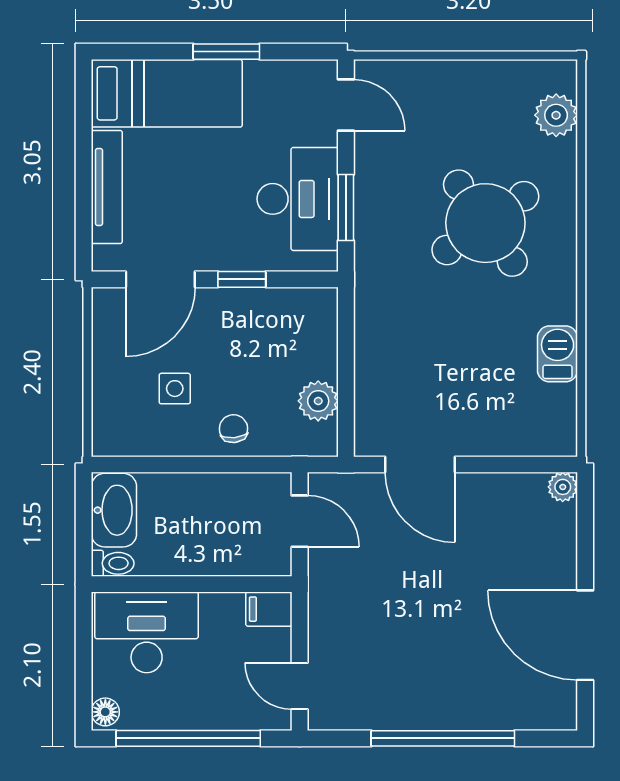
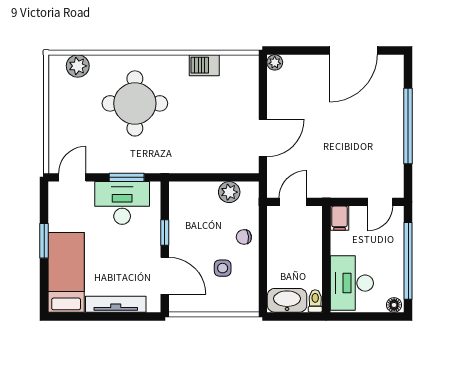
round table: (485, 223) -> (135, 103), turned 35

